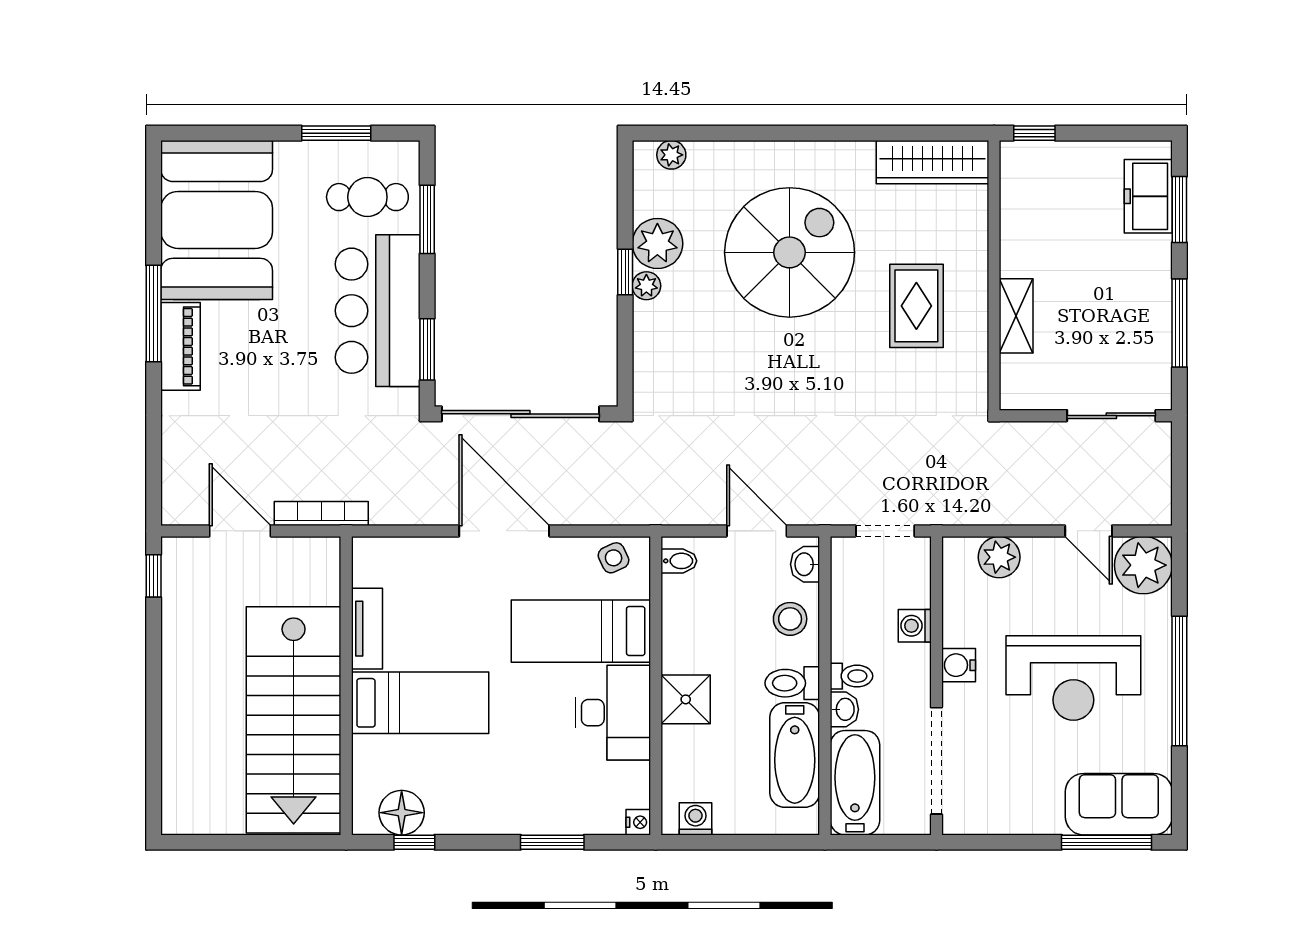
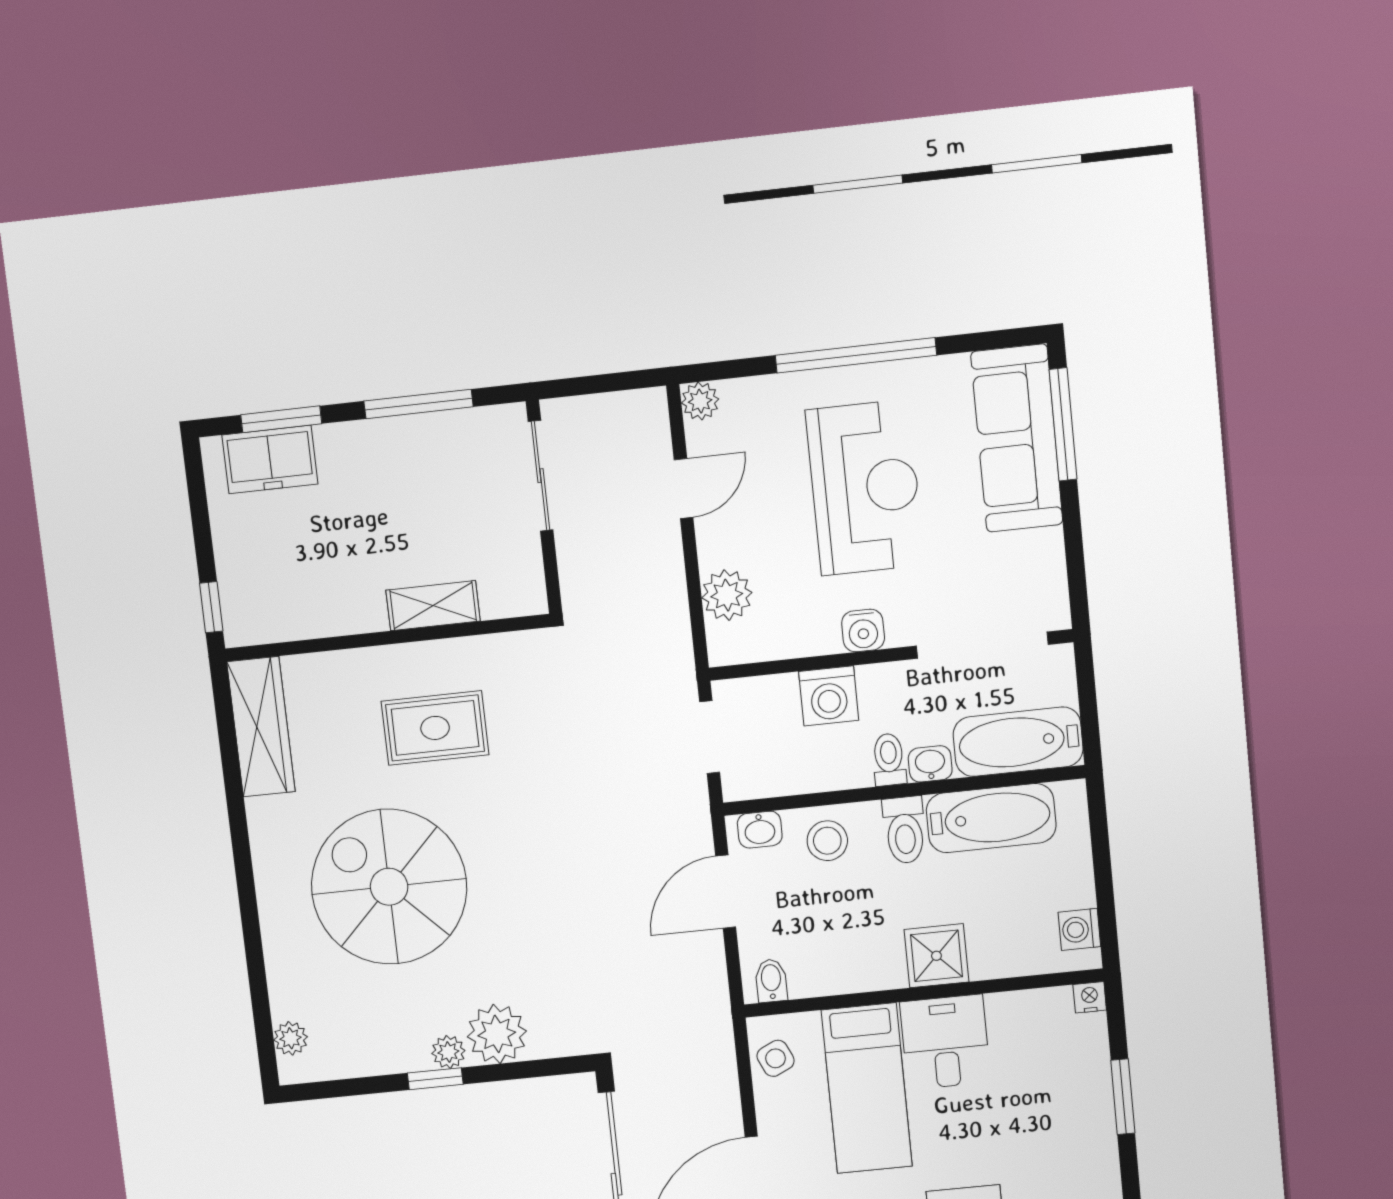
plant: (657, 244) -> (497, 1034), moved
plant: (1143, 565) -> (700, 401), width x0.53, depth x0.53
washing machine: (915, 626) -> (829, 696), width x1.38, depth x1.38
desk: (613, 713) -> (945, 1042), width x0.73
sofa: (1119, 804) -> (1017, 438), width x1.36

